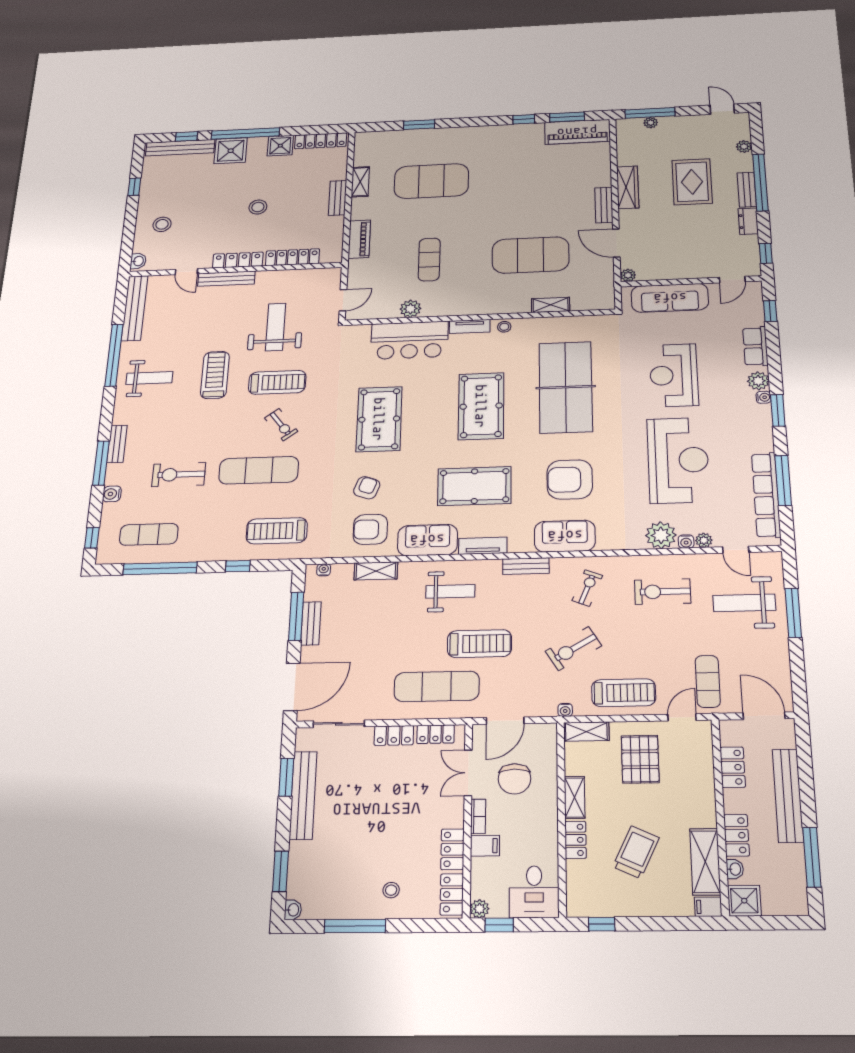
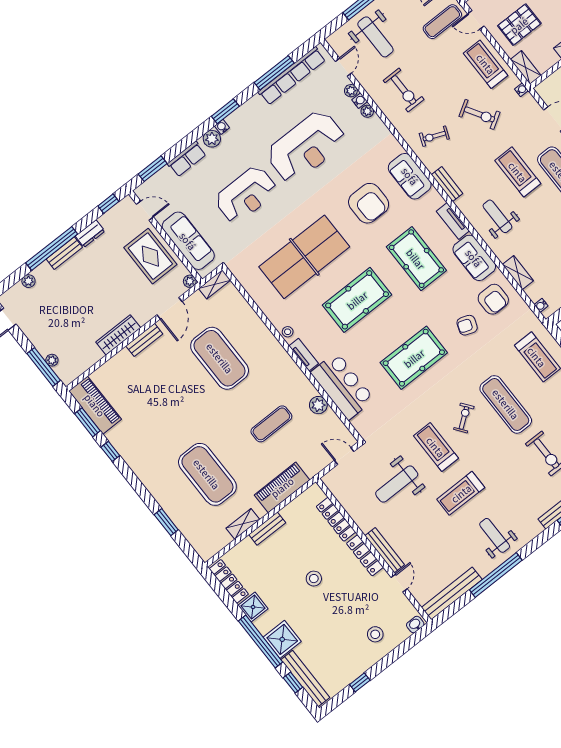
rug: (692, 182) -> (150, 256), moved, turned 90
piano: (359, 239) -> (282, 487), width x1.37, depth x1.33
shelving: (551, 305) -> (215, 284), moved, turned 90
window: (770, 311) -> (153, 169), width x1.50
reception desk: (678, 460) -> (306, 147), turned 180
plant: (661, 535) -> (367, 111), width x0.53, depth x0.53

